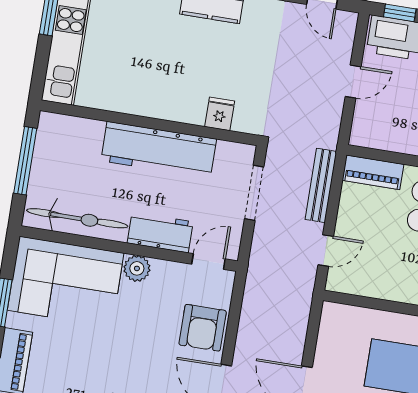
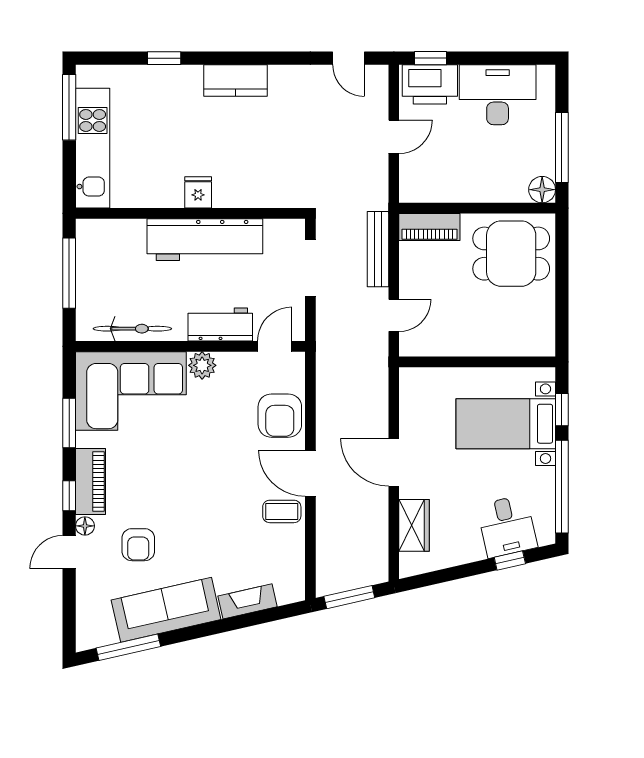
fridge: (220, 114) -> (198, 192), moved
bicycle: (77, 218) -> (132, 329), width x0.73, depth x0.71

